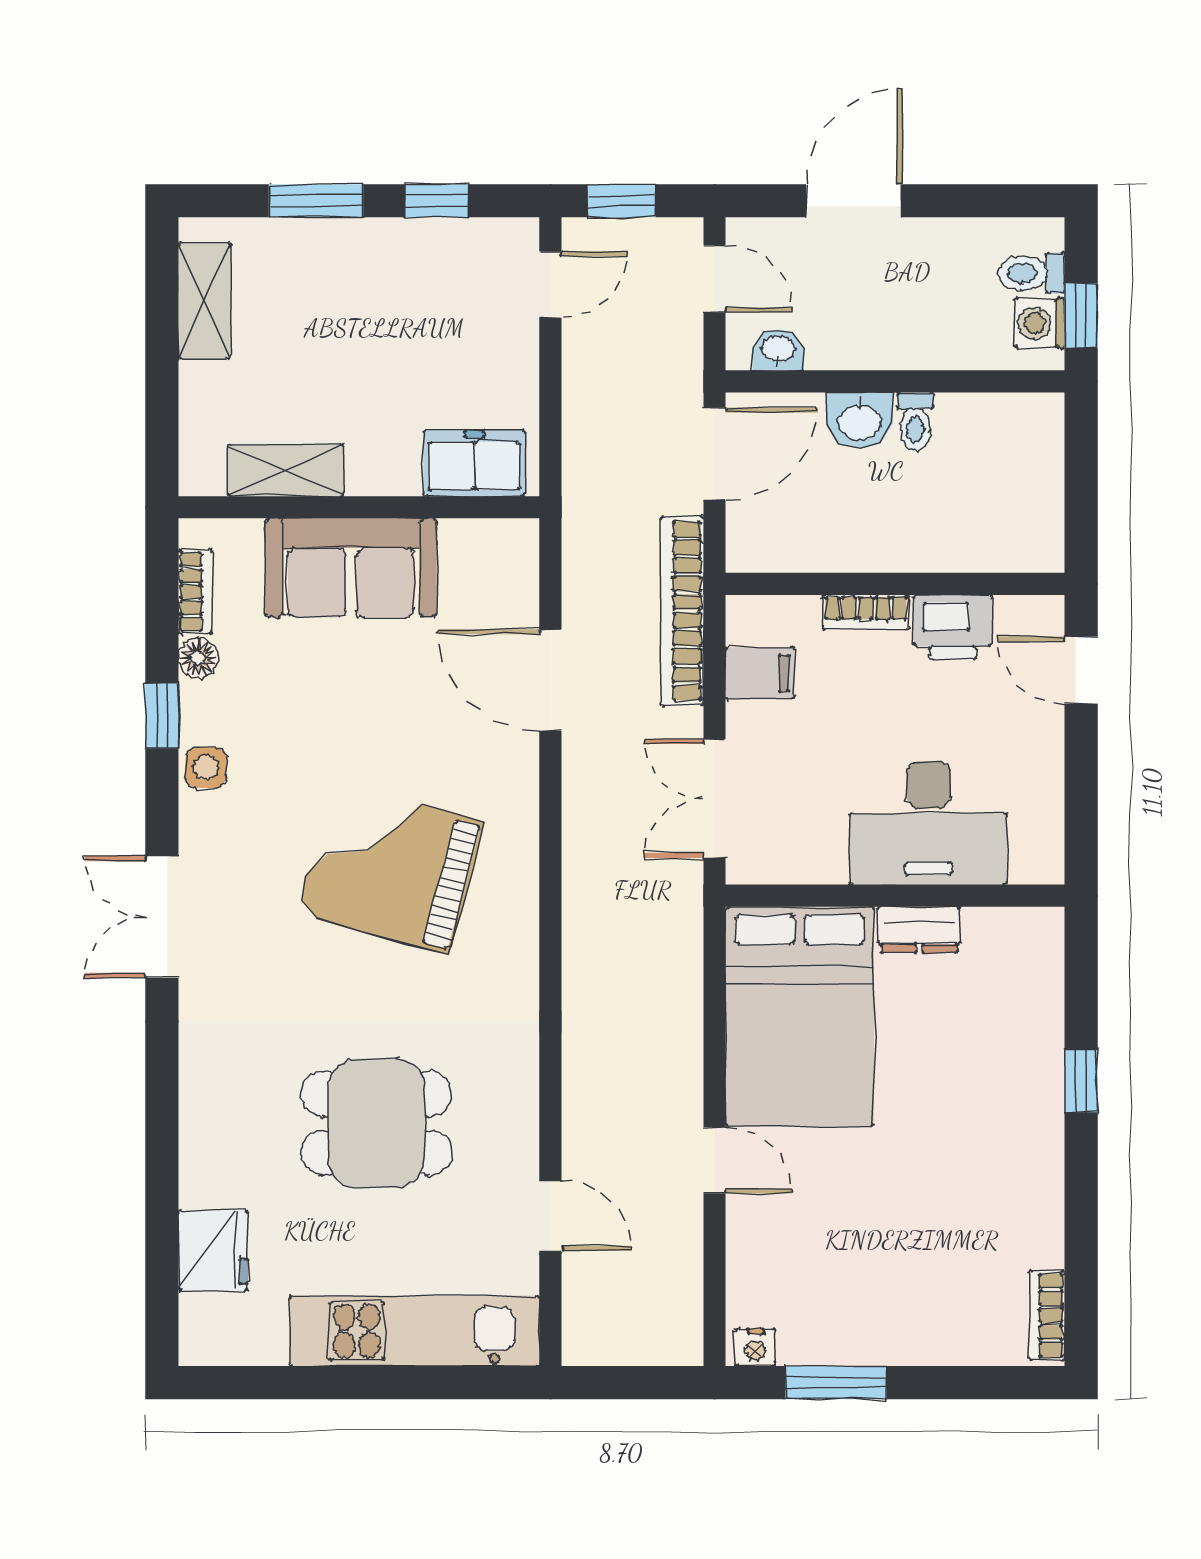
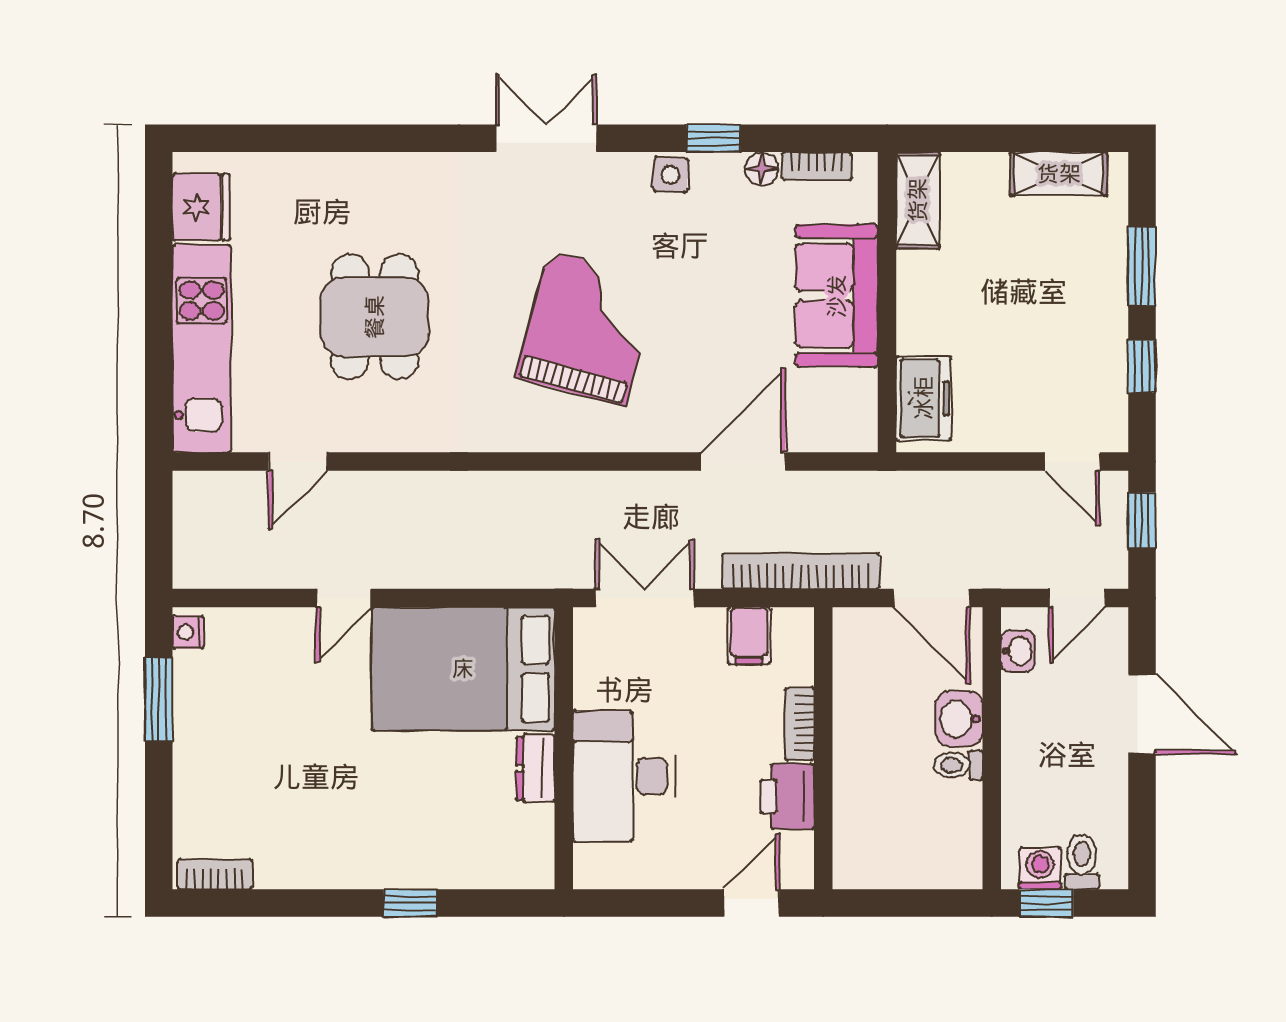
shelving: (286, 470) -> (918, 200), moved
fridge: (213, 1250) -> (201, 207), moved, turned -90

